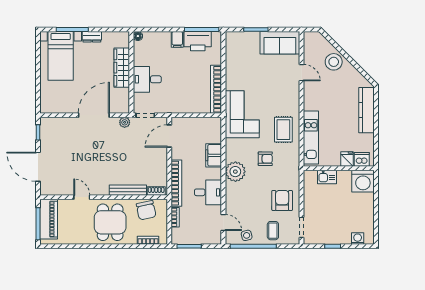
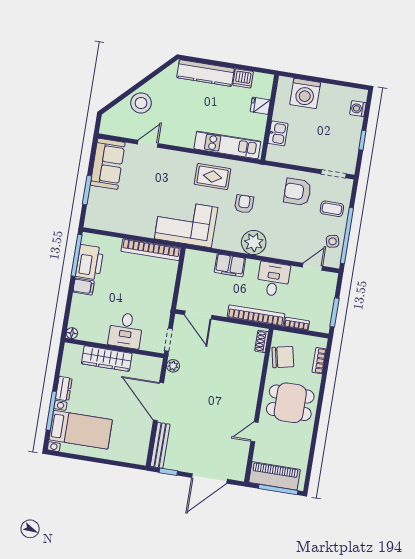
dishwasher: (362, 159) -> (243, 78), moved, turned -90
washing machine: (363, 181) -> (305, 93), moved, turned 90
bench: (128, 190) -> (160, 445), moved

